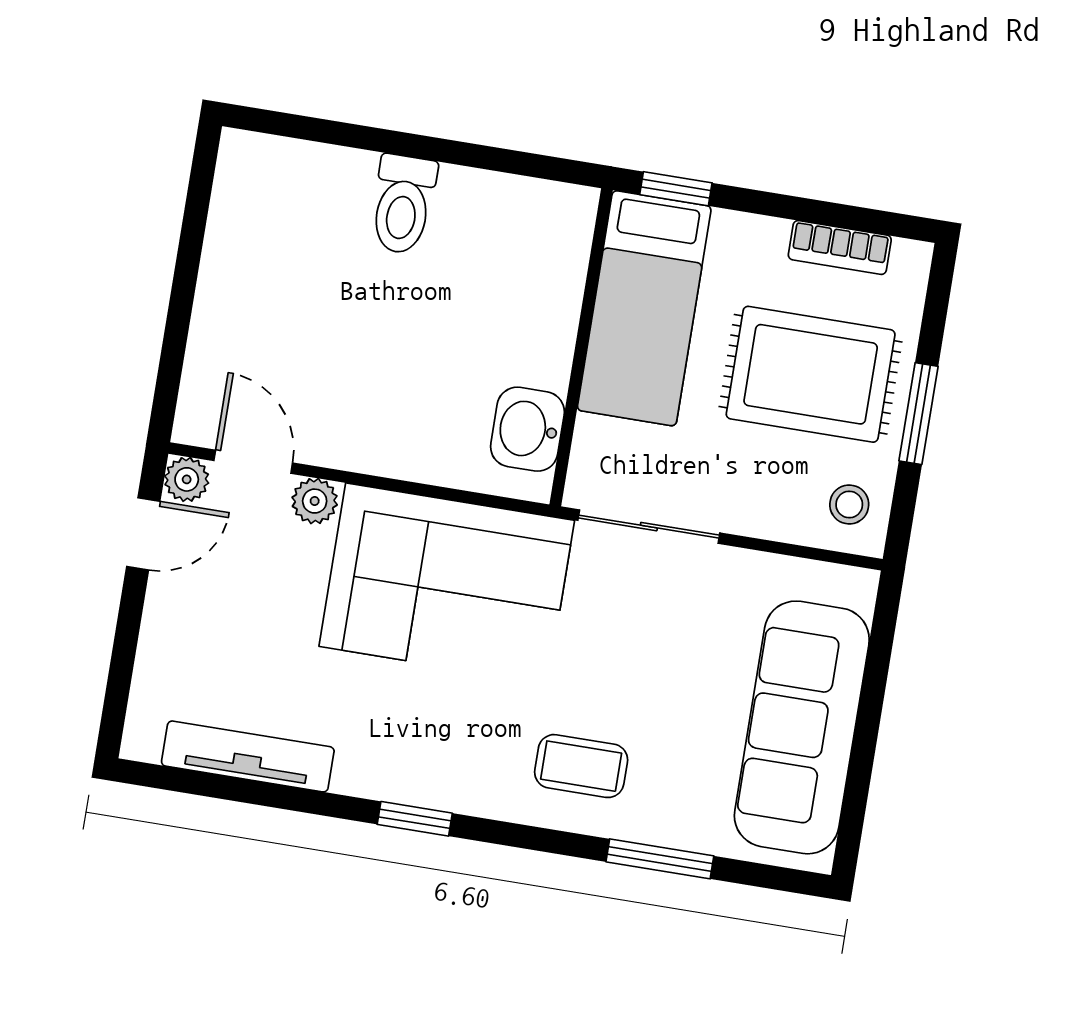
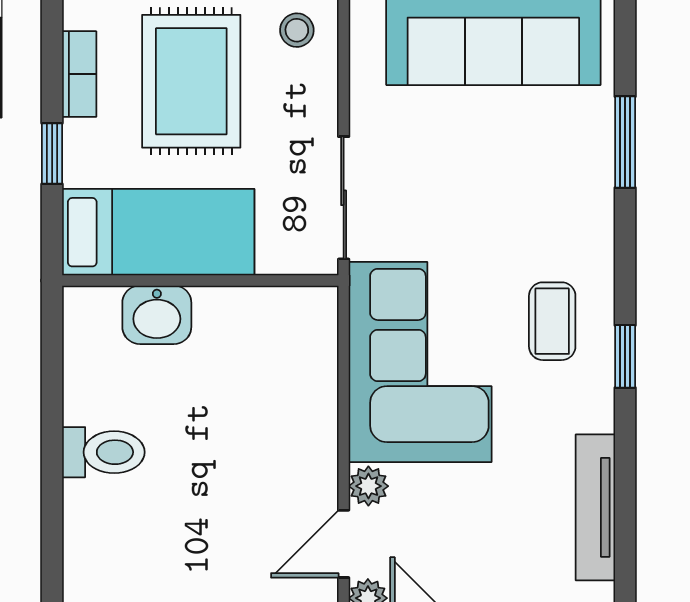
window: (676, 189) -> (52, 154), moved
washbasin: (527, 429) -> (157, 315), moved
coffee table: (581, 766) -> (552, 321), moved

